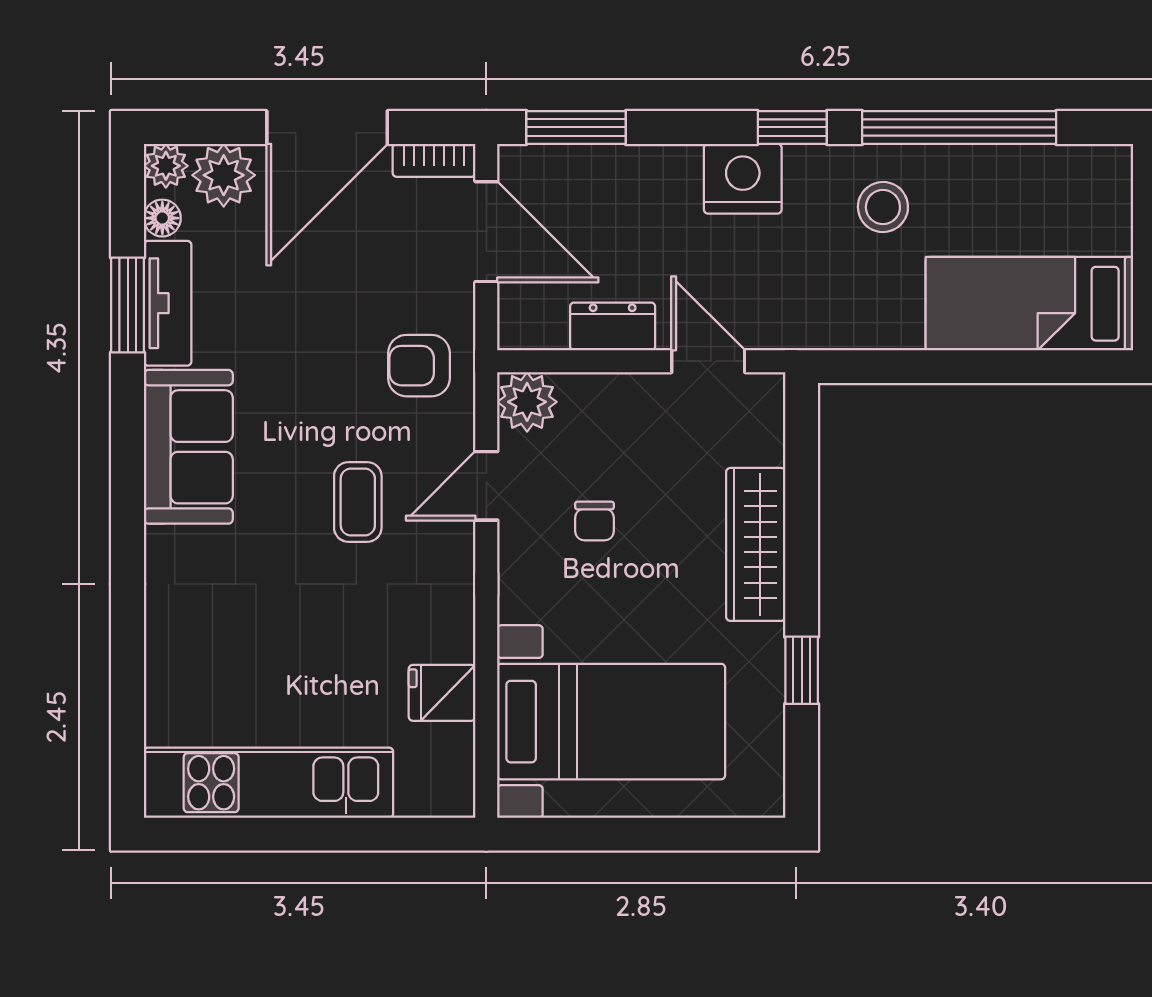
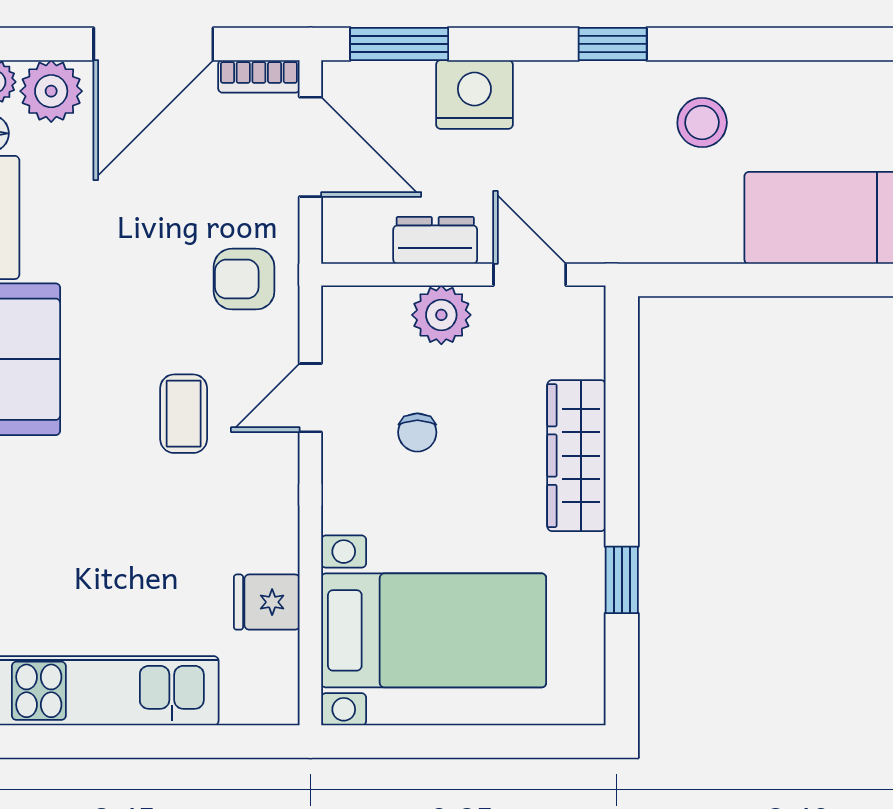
window: (959, 127) -> (777, 44), removed
nightstand: (743, 179) -> (474, 95), moved
plant: (527, 402) -> (441, 315), moved

